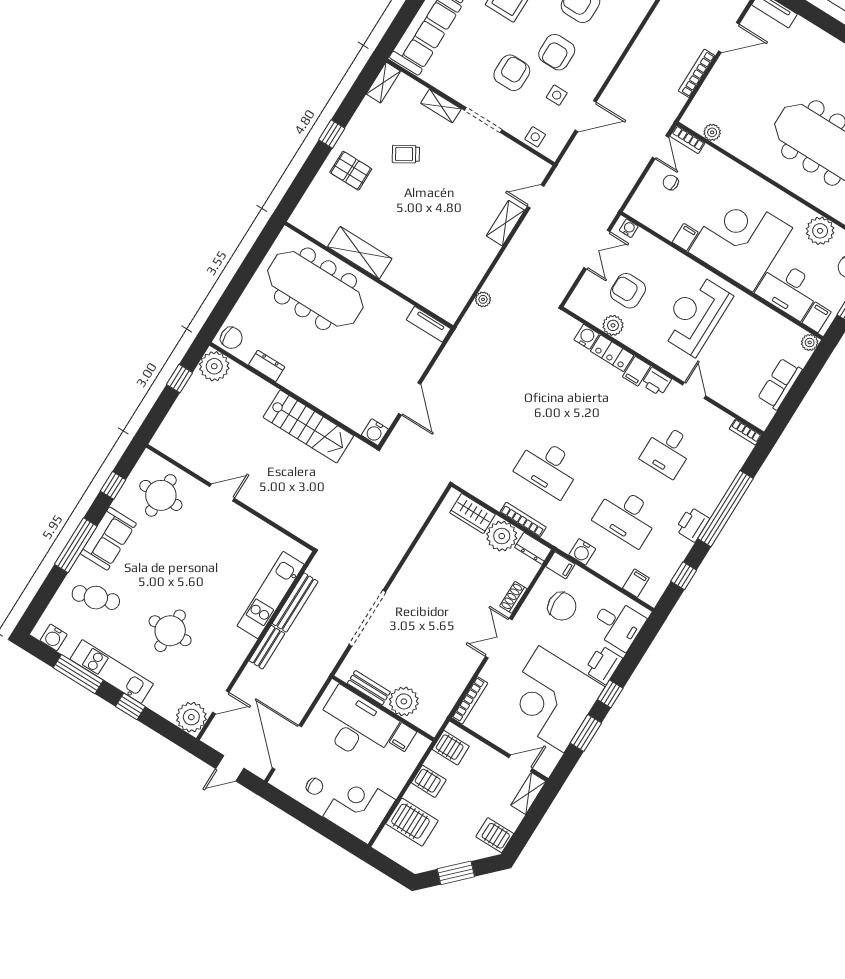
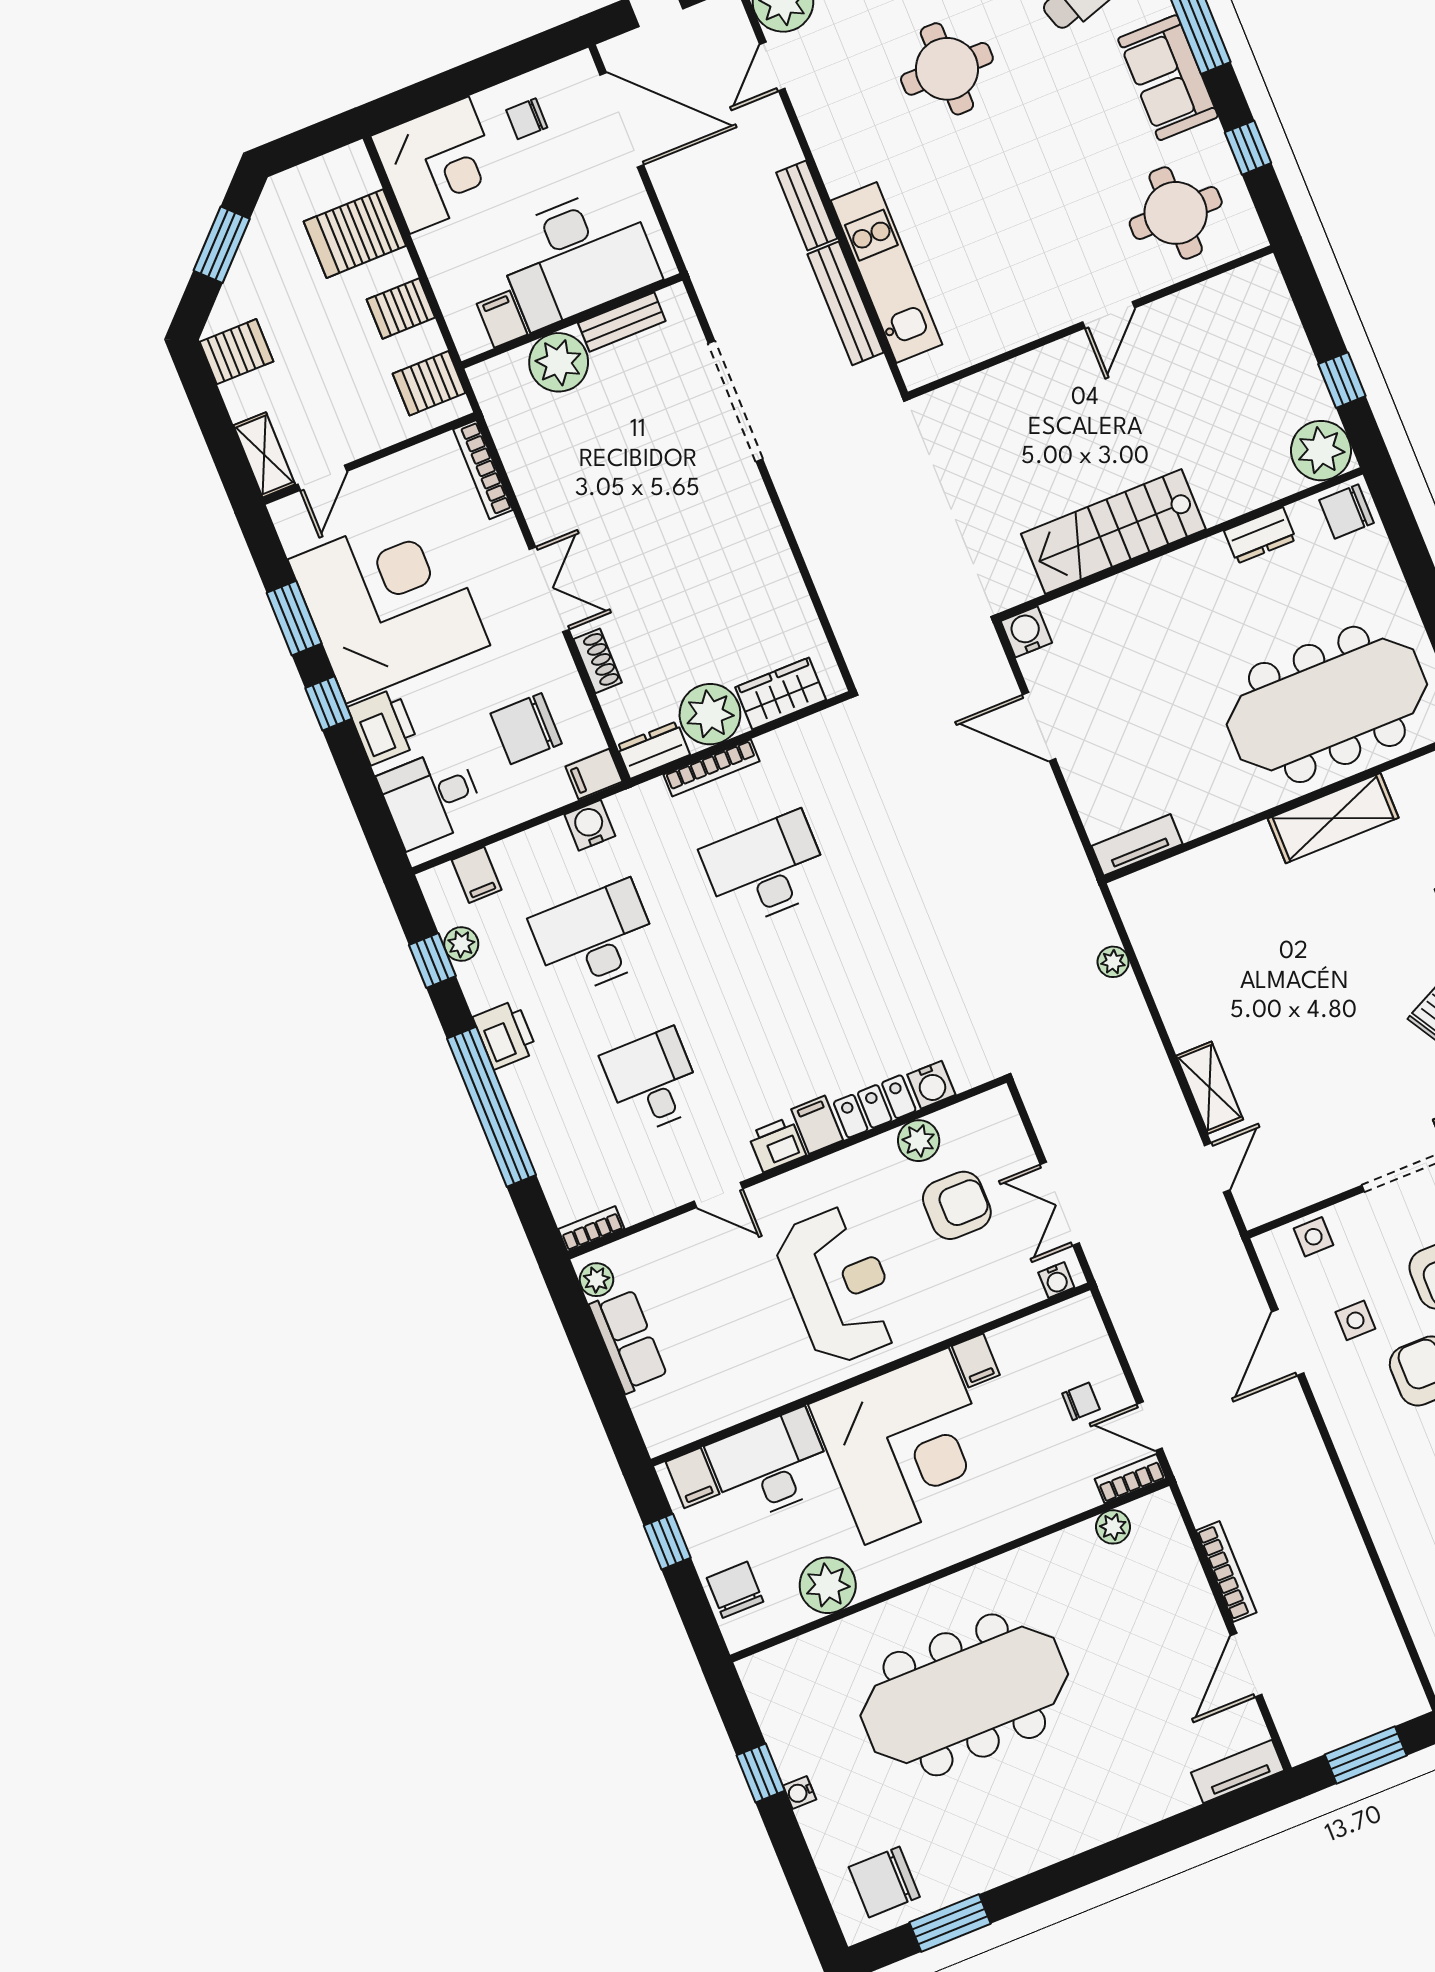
plant: (810, 342) -> (596, 1280), moved
plant: (668, 569) -> (461, 944), added

